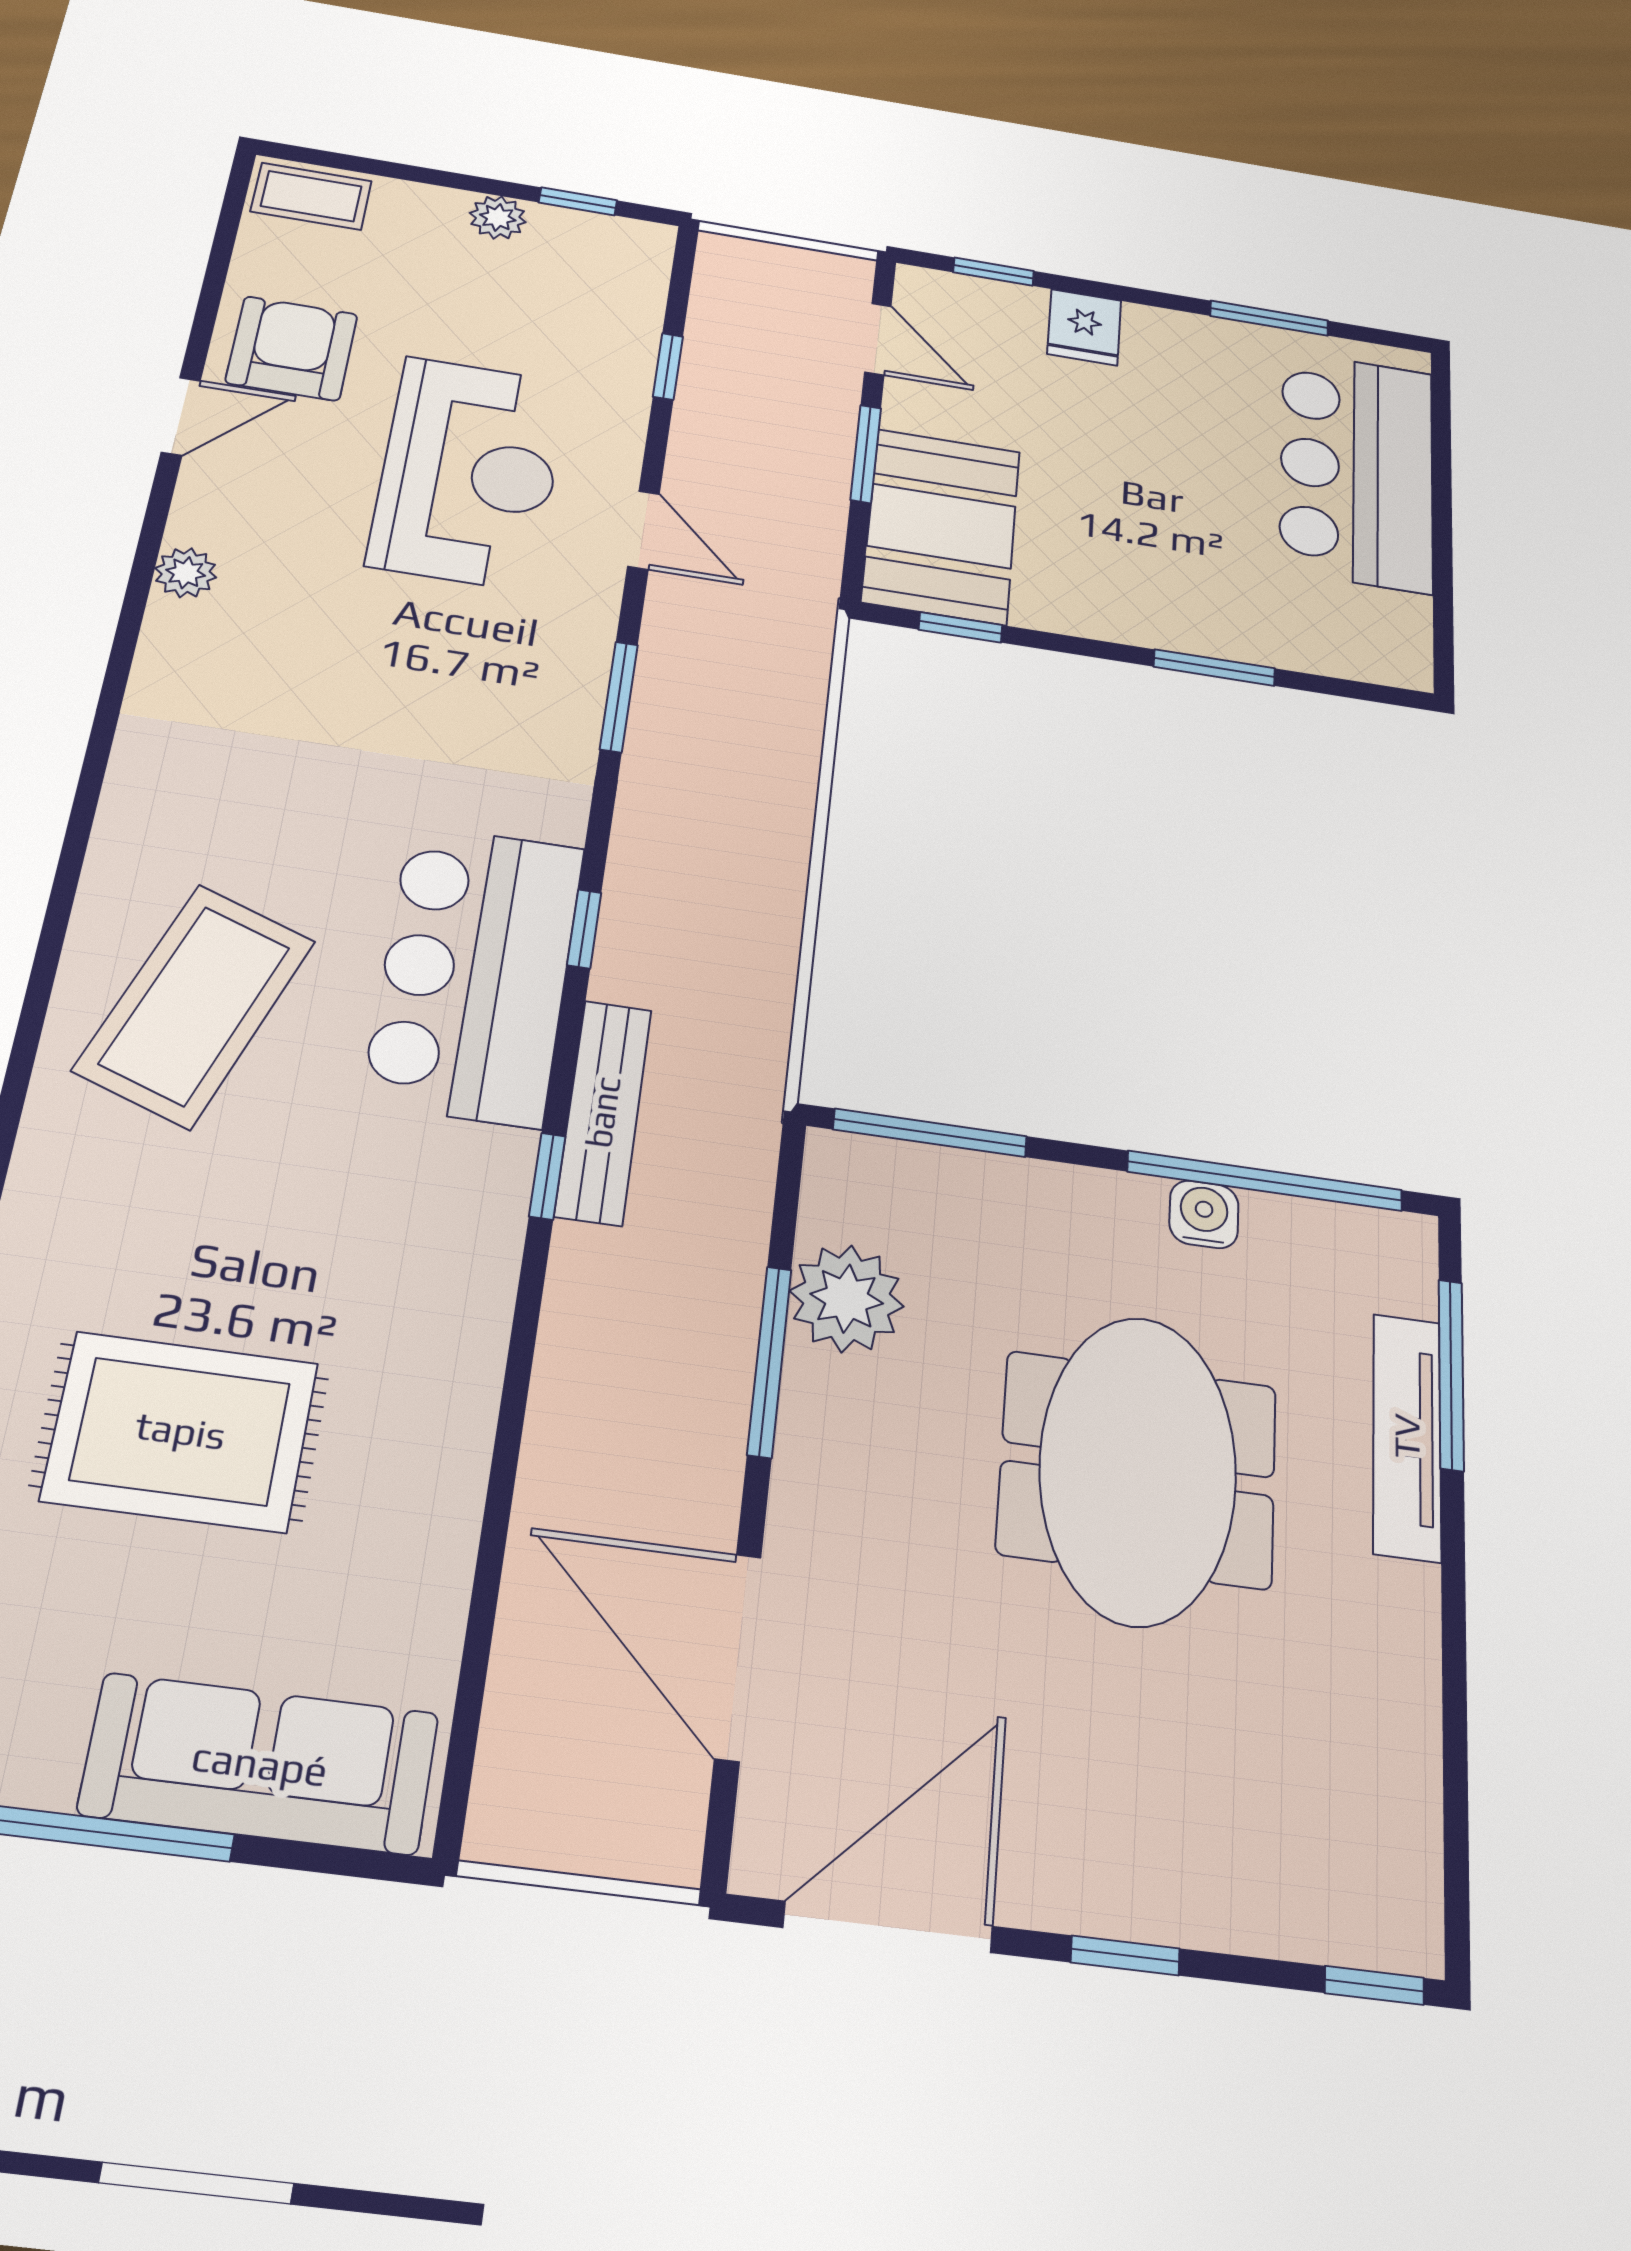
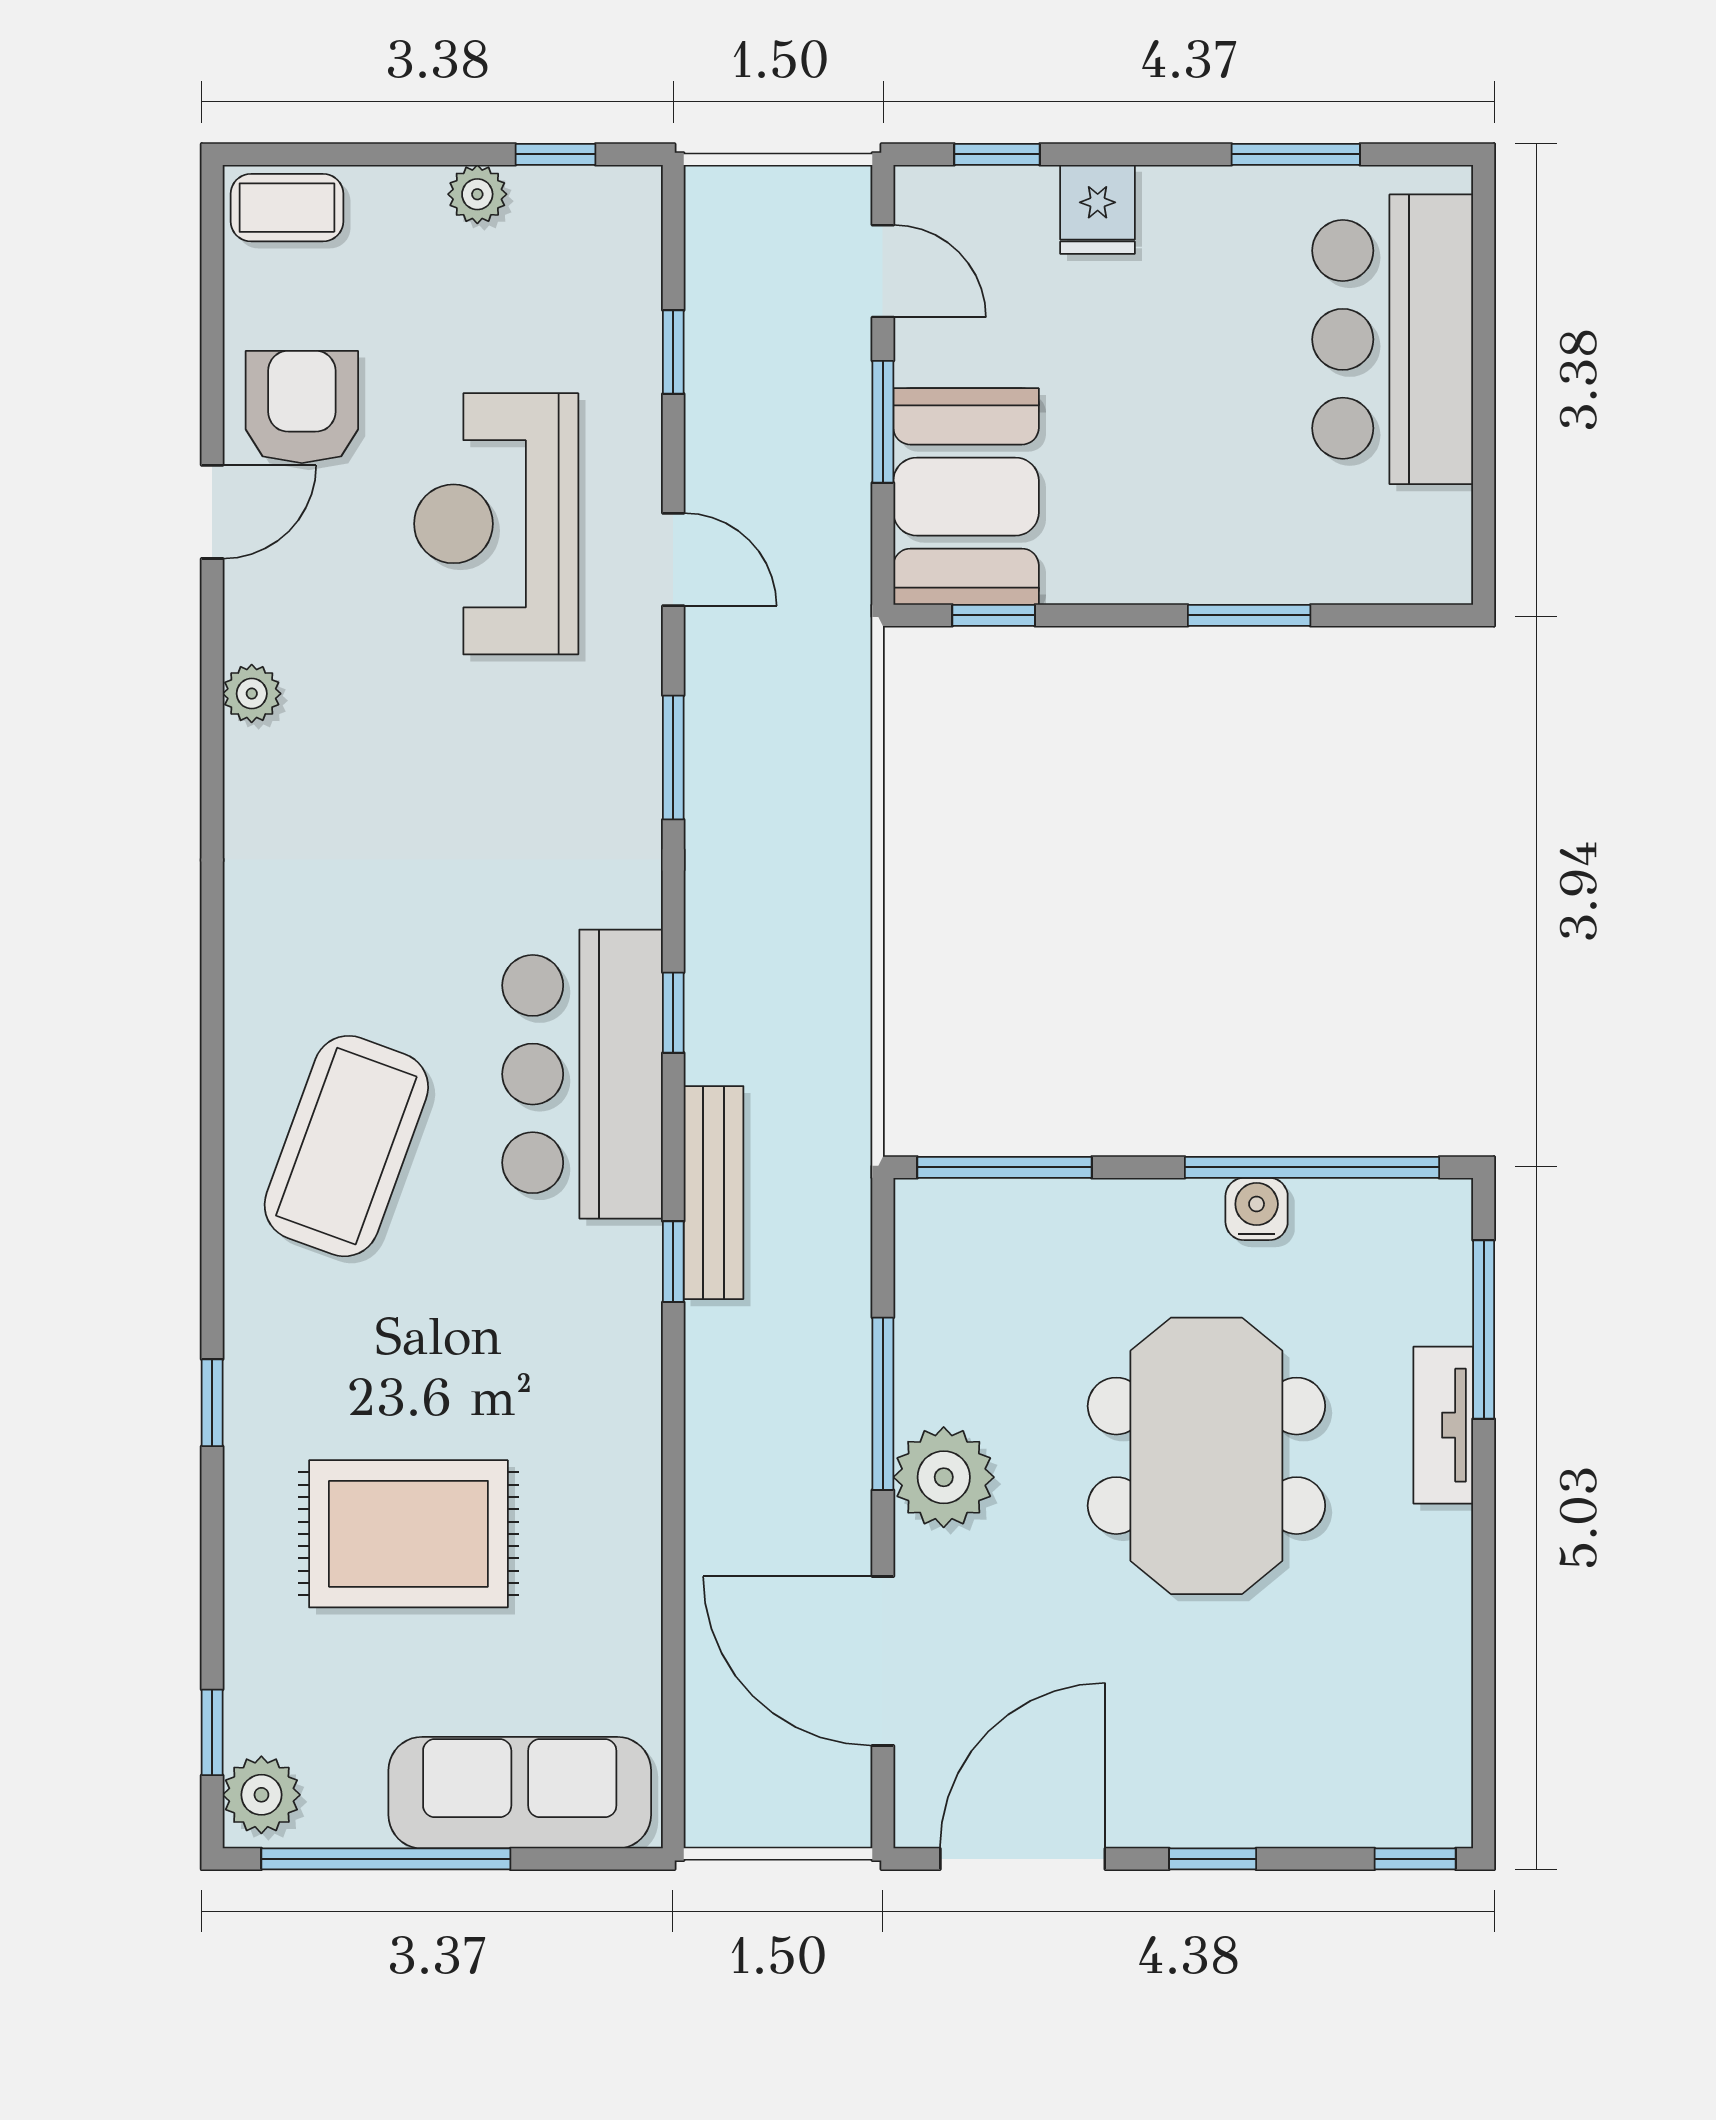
reception desk: (469, 472) -> (496, 524), turned 180
plant: (847, 1299) -> (944, 1477), moved
tv unit: (1407, 1436) -> (1443, 1425), width x0.71

